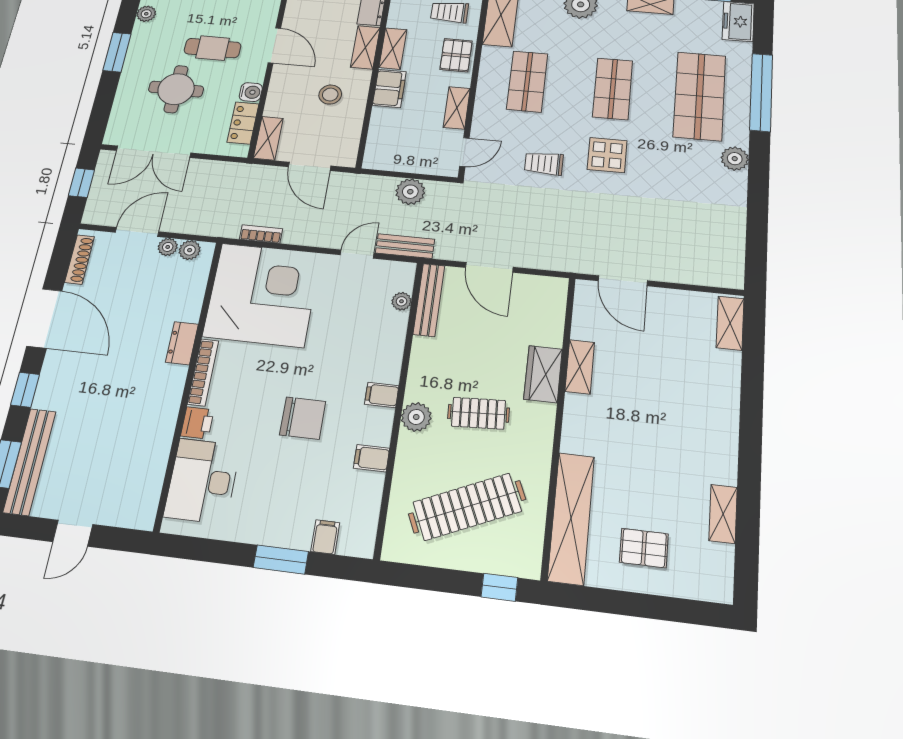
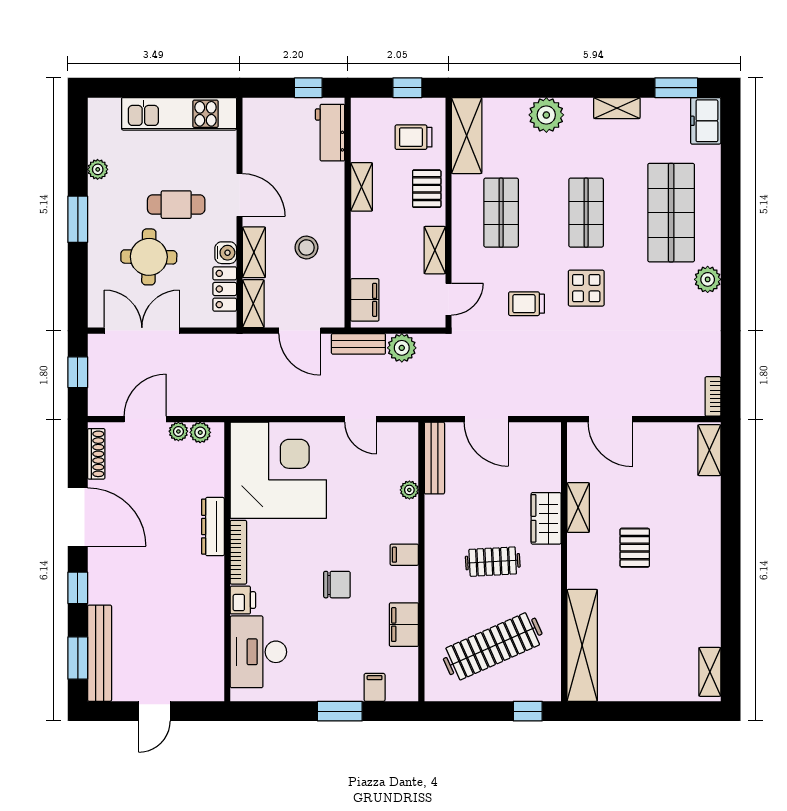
shelving: (365, 47) -> (254, 252), moved
filing cabinet: (389, 88) -> (365, 300), moved
window: (761, 92) -> (731, 202), removed
double door: (154, 152) -> (142, 331), swing flipped
bookcase: (261, 234) -> (713, 396), moved, turned -90
bench: (405, 246) -> (358, 344), moved
door: (357, 254) -> (361, 419), swing flipped
plant: (401, 301) -> (409, 490), moved
dresser: (182, 343) -> (213, 527), width x1.44
plant: (416, 417) -> (438, 572), removed
chair: (303, 418) -> (337, 585), width x0.73, depth x0.73
filing cabinet: (372, 458) -> (404, 625), width x2.00
shelving: (723, 514) -> (710, 672), moved
pallet: (644, 548) -> (635, 548), moved, turned 90

